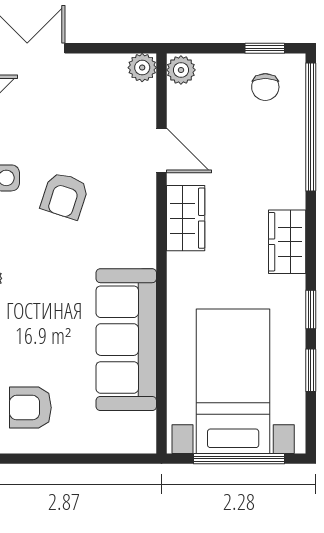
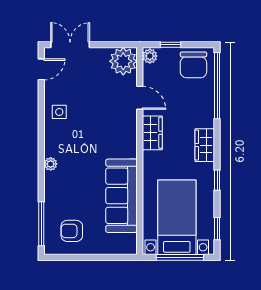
window: (265, 48) -> (170, 45), moved
plant: (142, 68) -> (123, 61), width x1.88, depth x1.88
chair: (265, 87) -> (193, 65), width x1.87, depth x1.87
armchair: (65, 196) -> (90, 121), removed
window: (311, 370) -> (217, 229), moved

